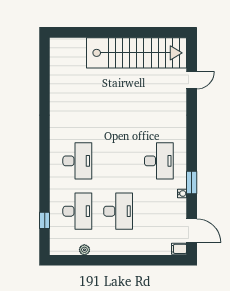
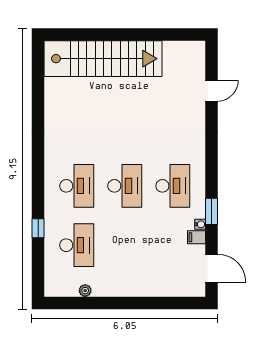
stairs: (137, 53) -> (103, 59), moved
desk: (118, 211) -> (125, 186), moved
window: (45, 220) -> (38, 228), moved
filing cabinet: (179, 249) -> (196, 237), moved

